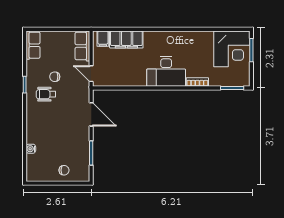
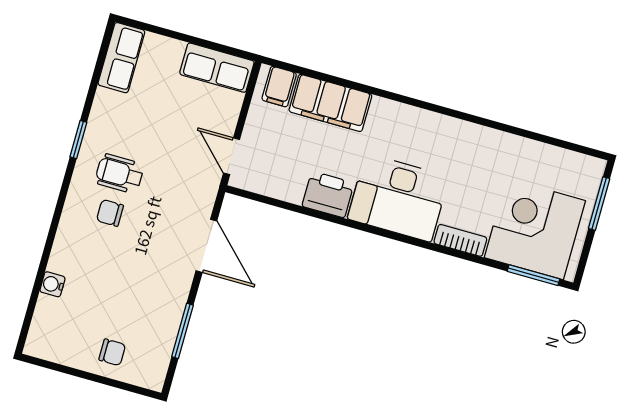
row of seats: (82, 46) -> (217, 68), moved, turned -90
corner desk: (232, 49) -> (535, 229), moved, turned 180
chair: (55, 77) -> (110, 213), moved
printer: (136, 78) -> (328, 195), added

